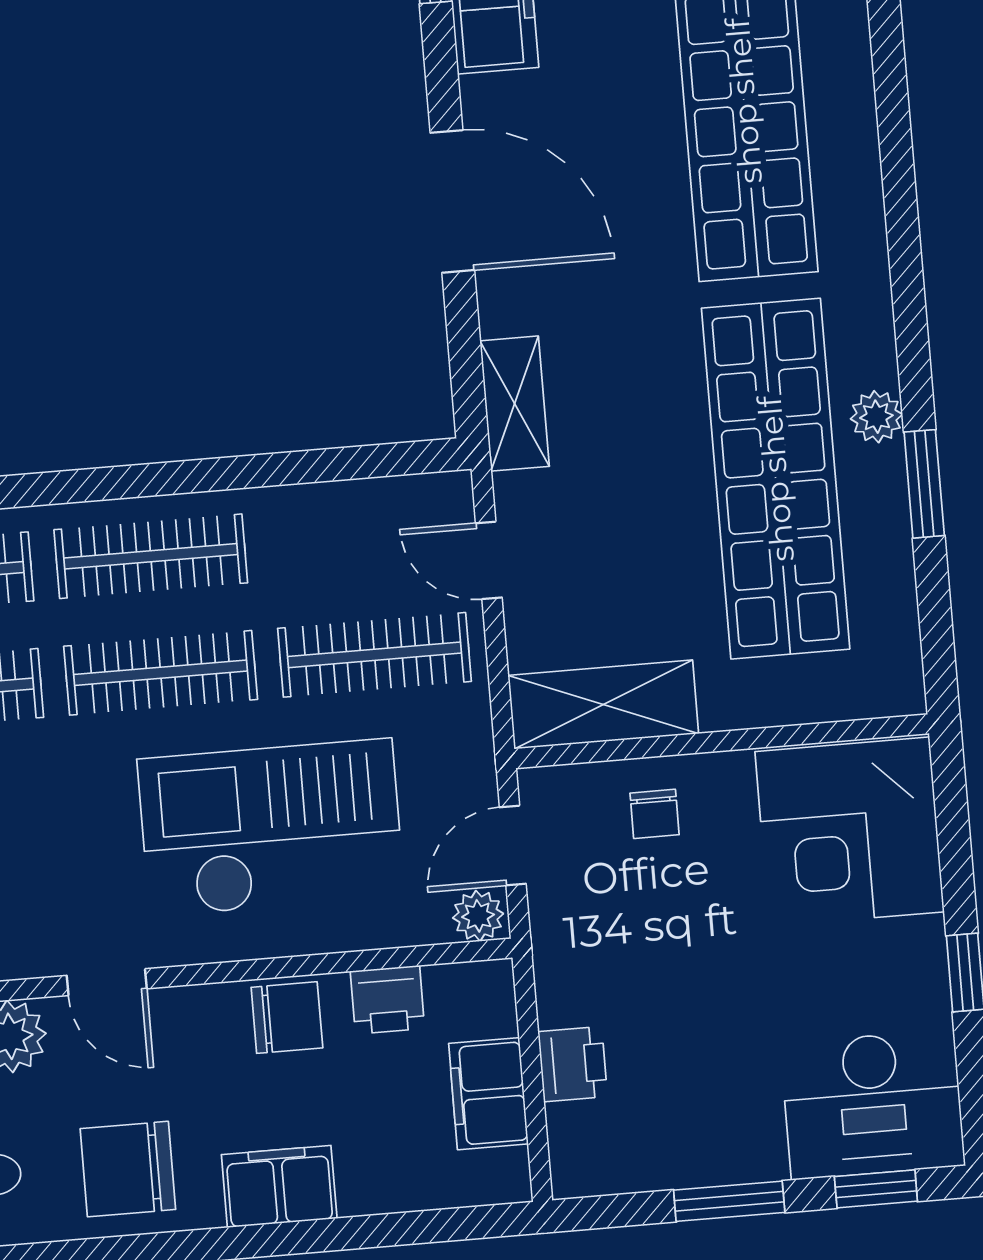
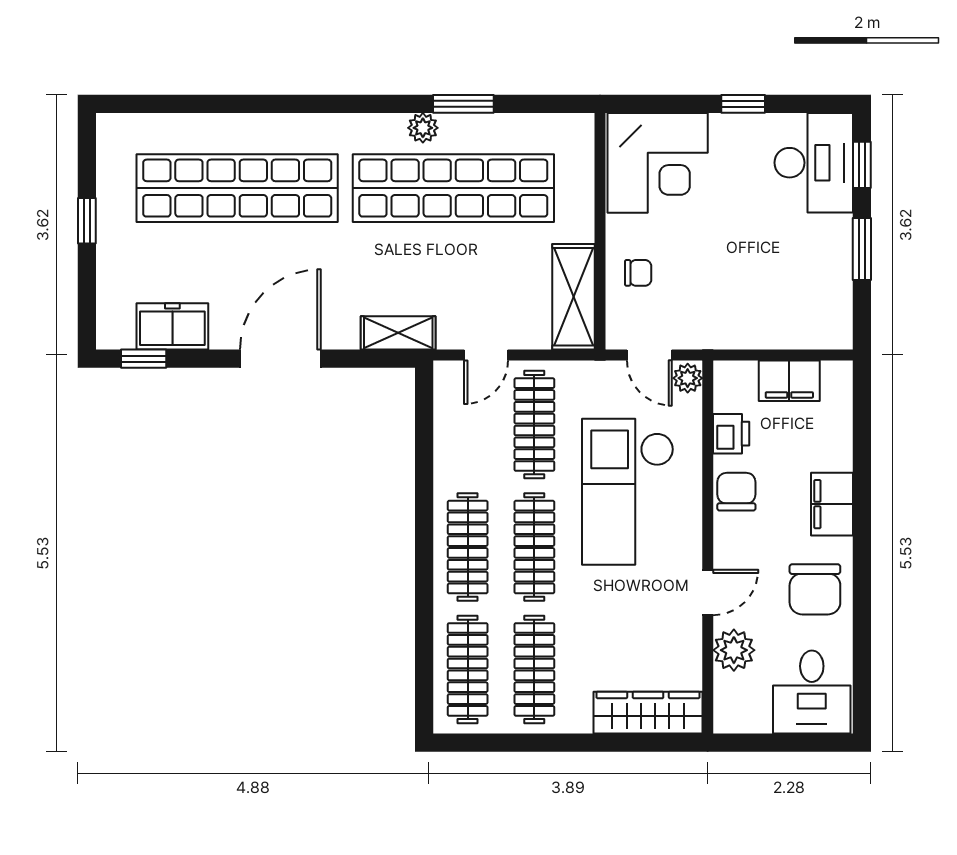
printer: (573, 1064) -> (776, 331), removed

